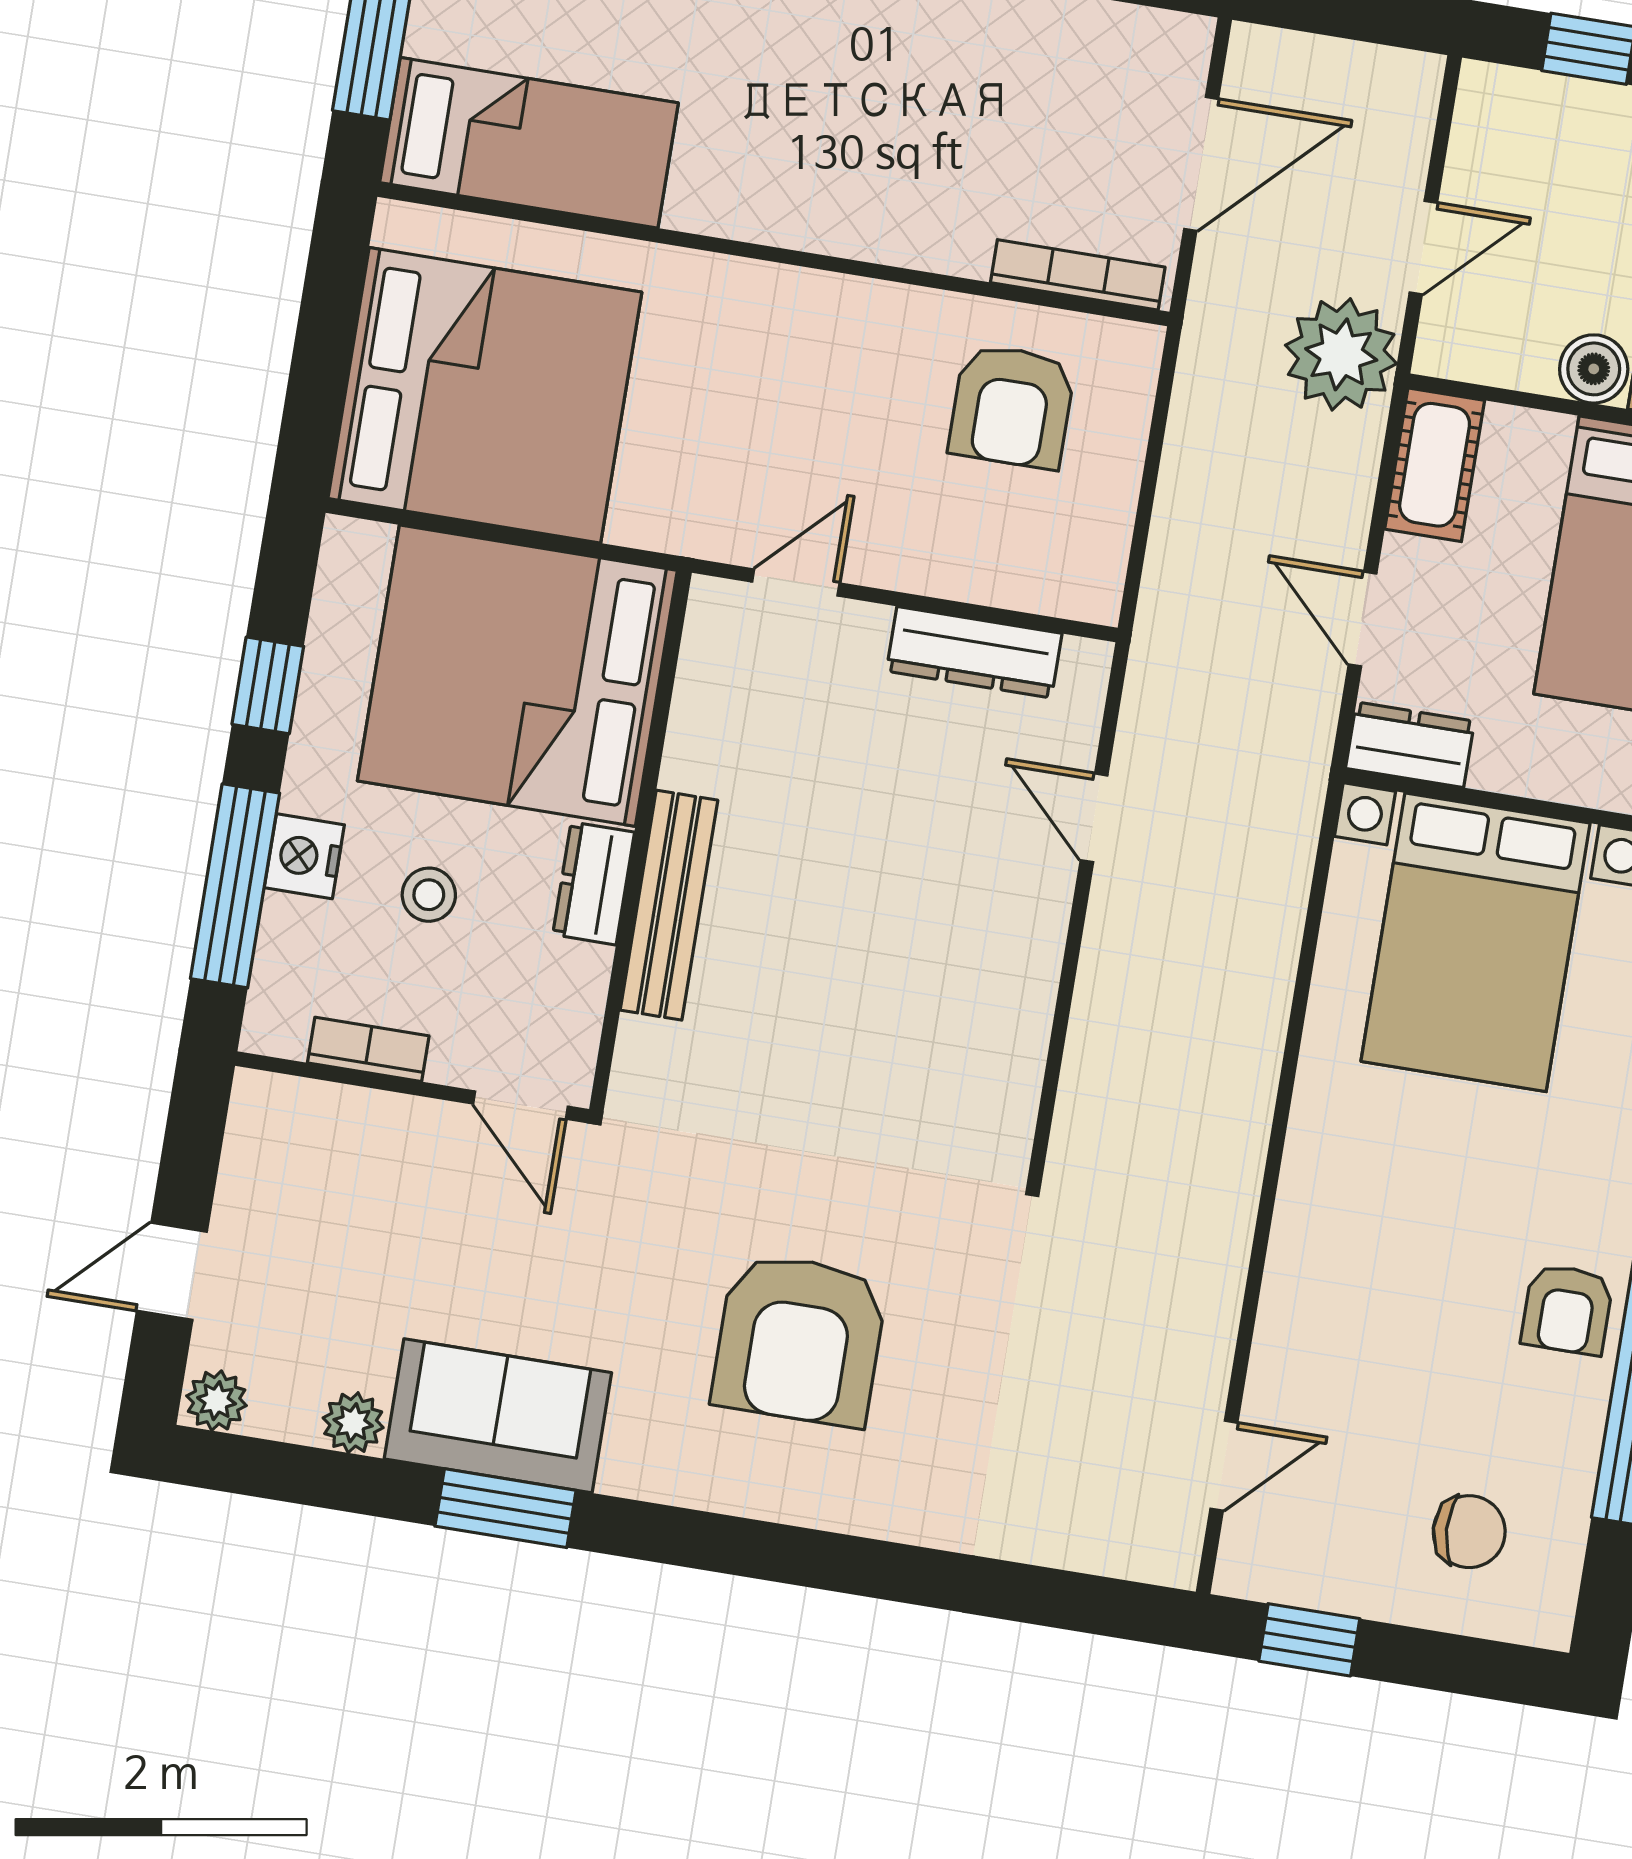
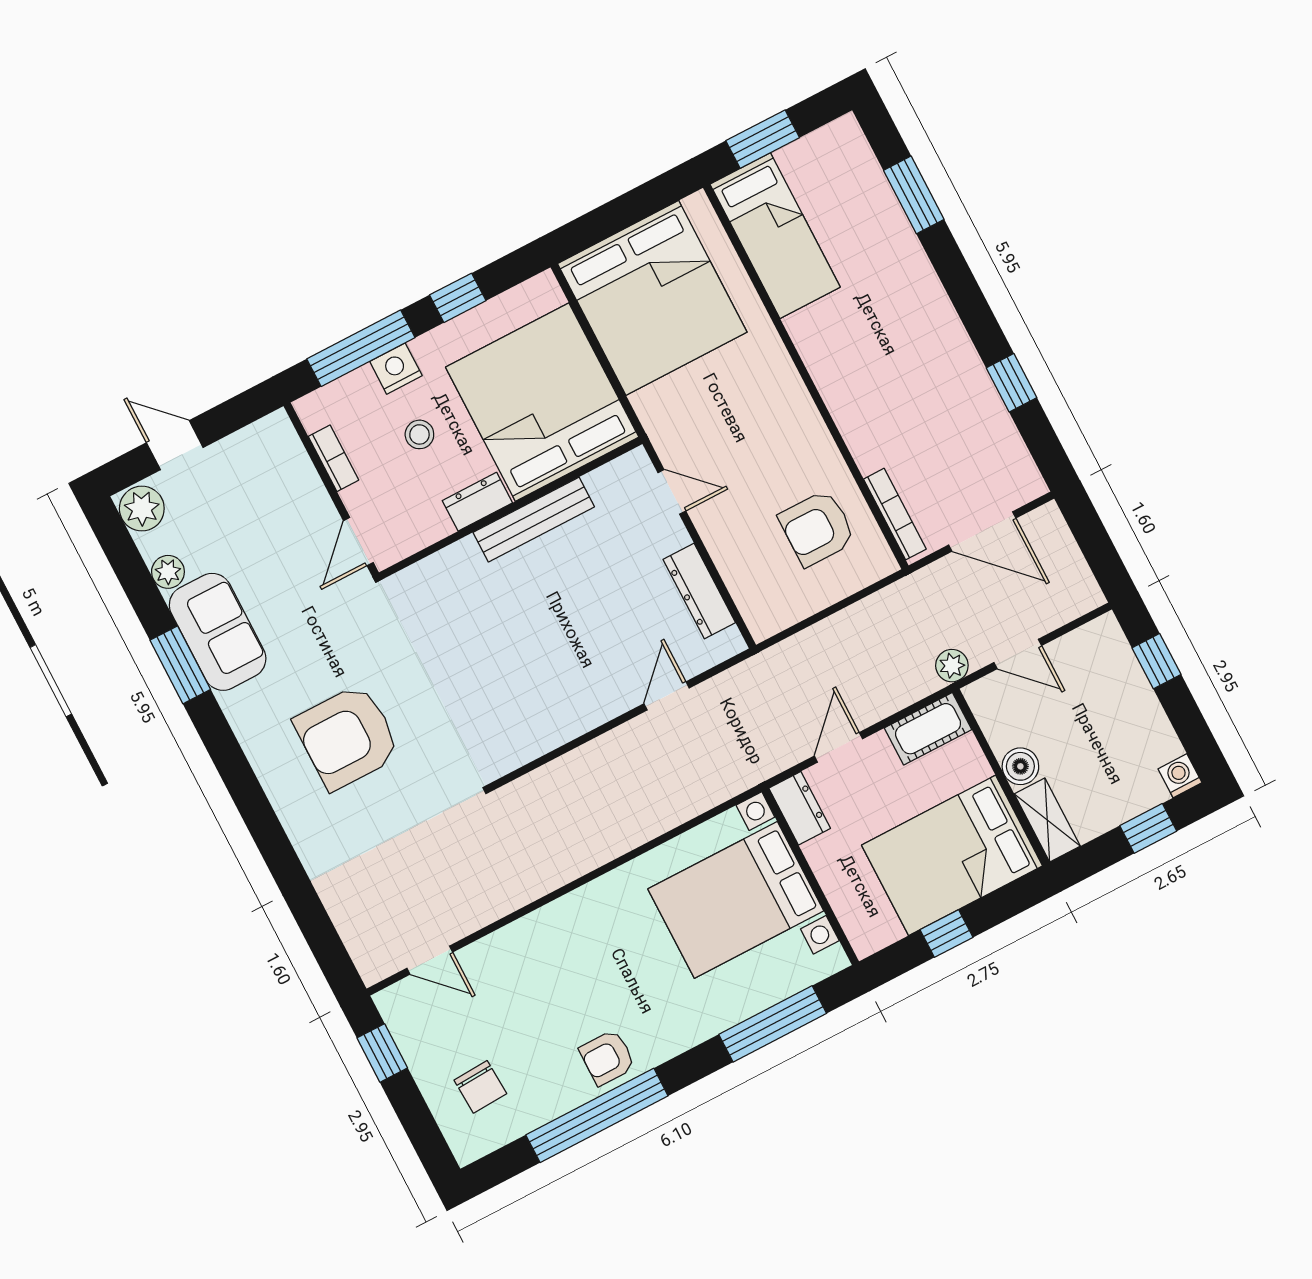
plant: (1341, 354) -> (952, 666), width x0.53, depth x0.53
bench: (669, 905) -> (534, 520), moved
plant: (217, 1401) -> (142, 509), width x1.38, depth x1.38

